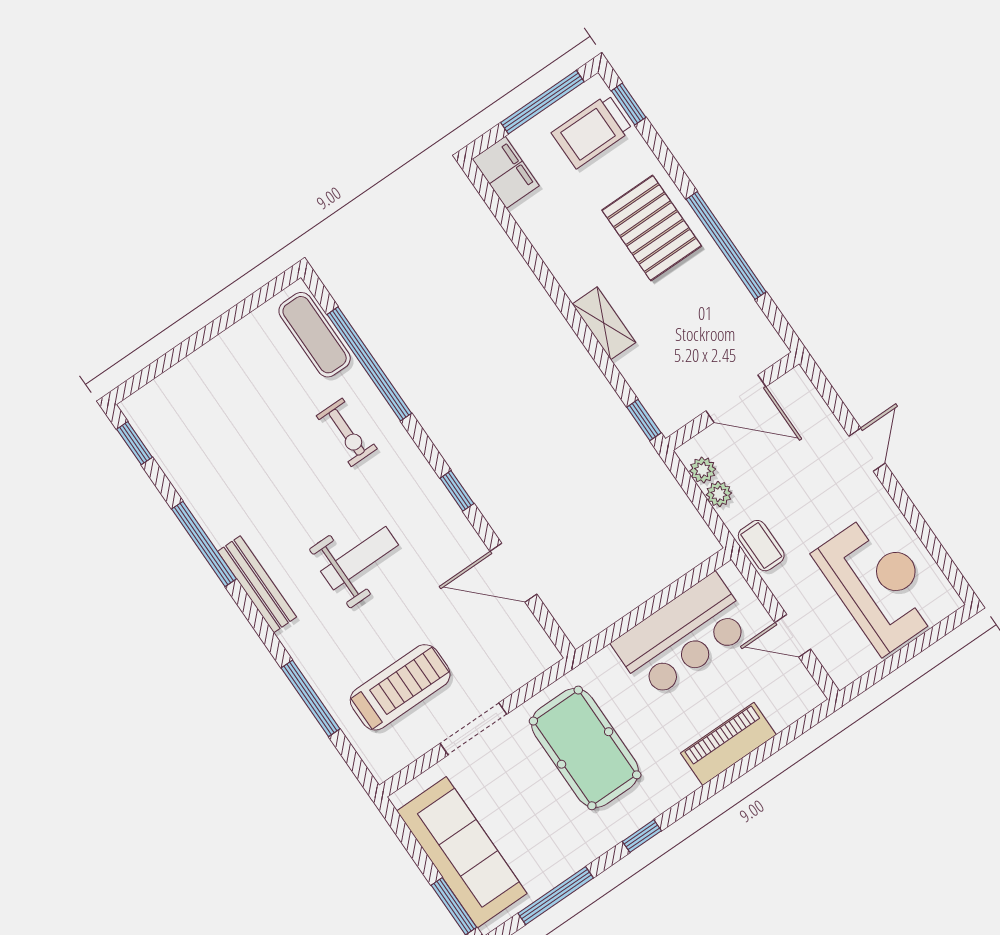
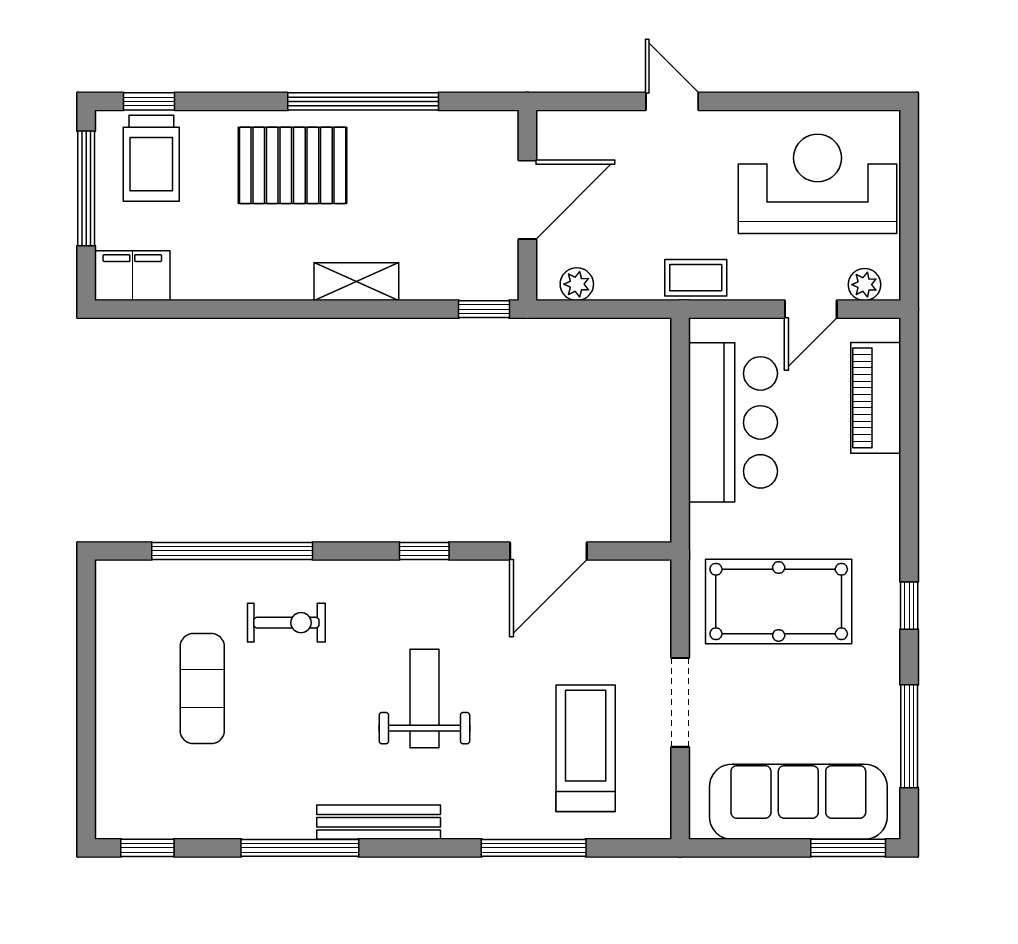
exercise mat: (315, 335) -> (202, 689), moved, turned 90
plant: (719, 494) -> (865, 285), moved
piano: (728, 744) -> (876, 398), moved

